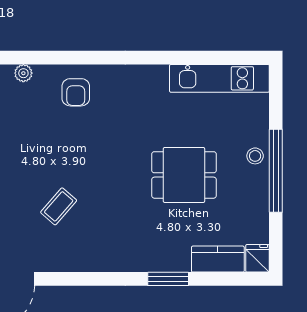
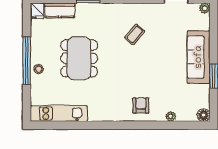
dining table: (184, 175) -> (79, 58), width x1.37
coffee table: (59, 206) -> (135, 34), moved

